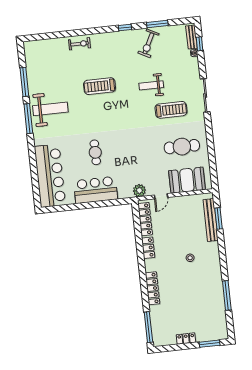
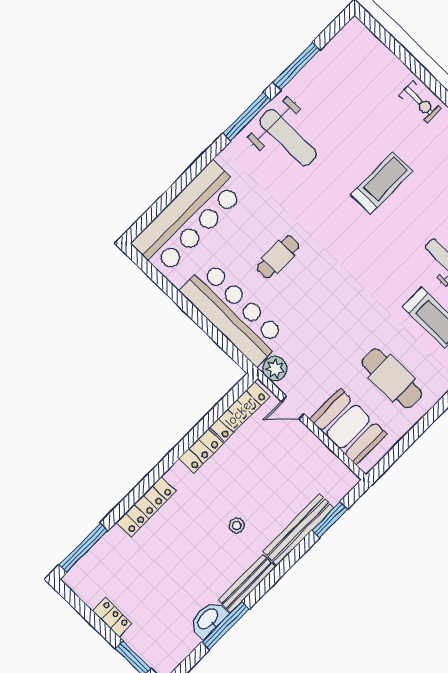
treadmill: (100, 86) -> (381, 183), turned 90
bar counter: (96, 190) -> (233, 313), width x1.36
bench: (211, 220) -> (298, 530), moved
bench: (217, 273) -> (247, 584), added
washbasin: (219, 300) -> (208, 619), added

